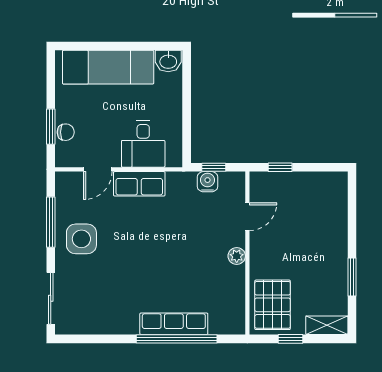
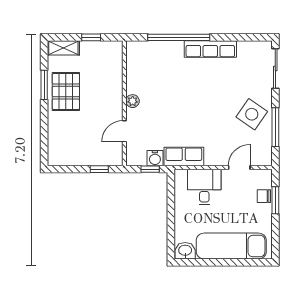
row of seats: (139, 184) -> (184, 156), moved
side table: (81, 239) -> (252, 114), turned 35
pallet: (273, 305) -> (66, 92), moved
row of seats: (174, 324) -> (210, 49), moved

